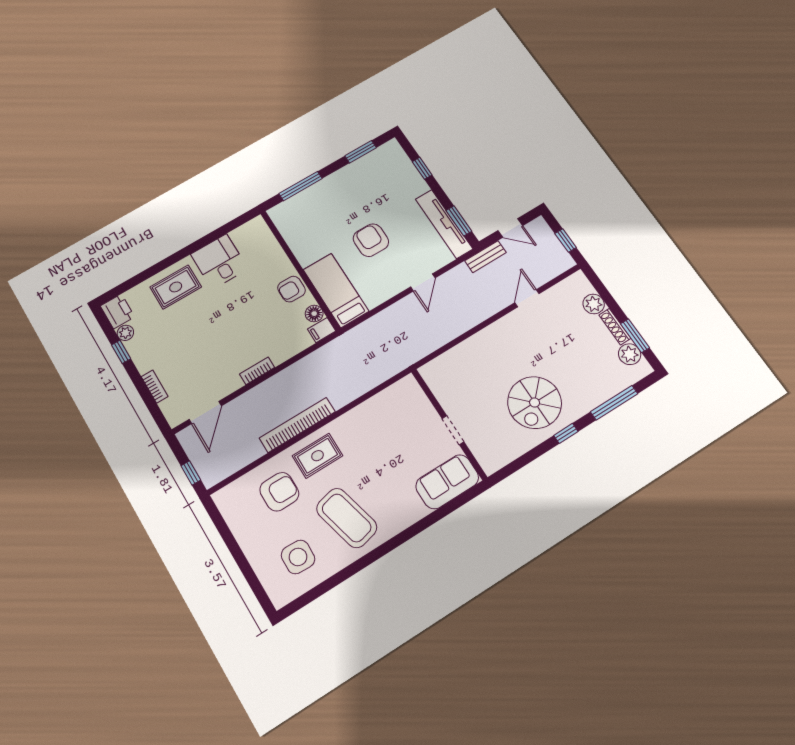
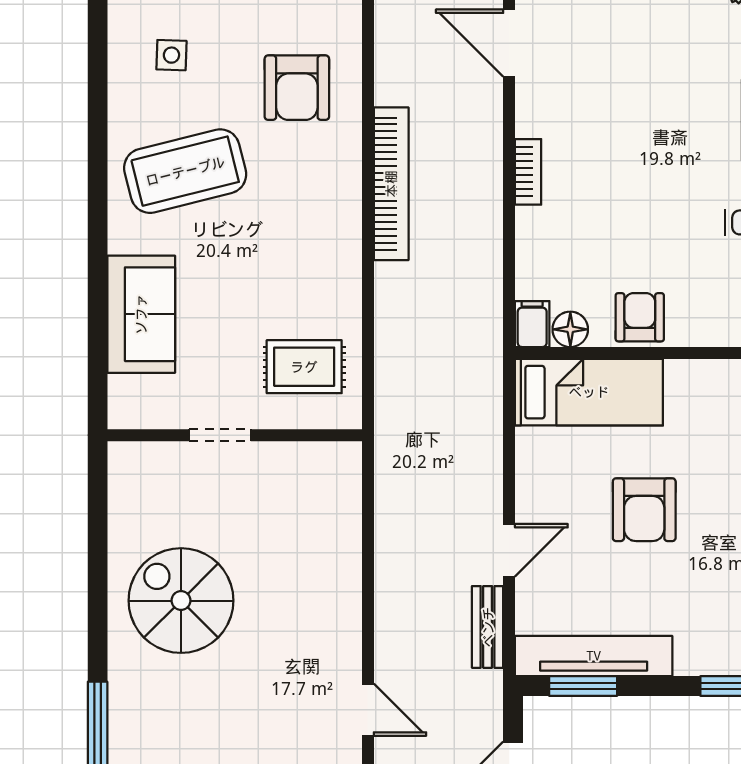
armchair: (371, 240) -> (644, 510), turned 90
bench: (485, 257) -> (488, 627), moved
door: (423, 282) -> (509, 550), swing flipped
window: (566, 433) -> (98, 617), removed
rug: (318, 456) -> (304, 367), moved, turned 90
sofa: (447, 482) -> (141, 314), moved
side table: (298, 557) -> (171, 55), width x0.54, depth x0.54

